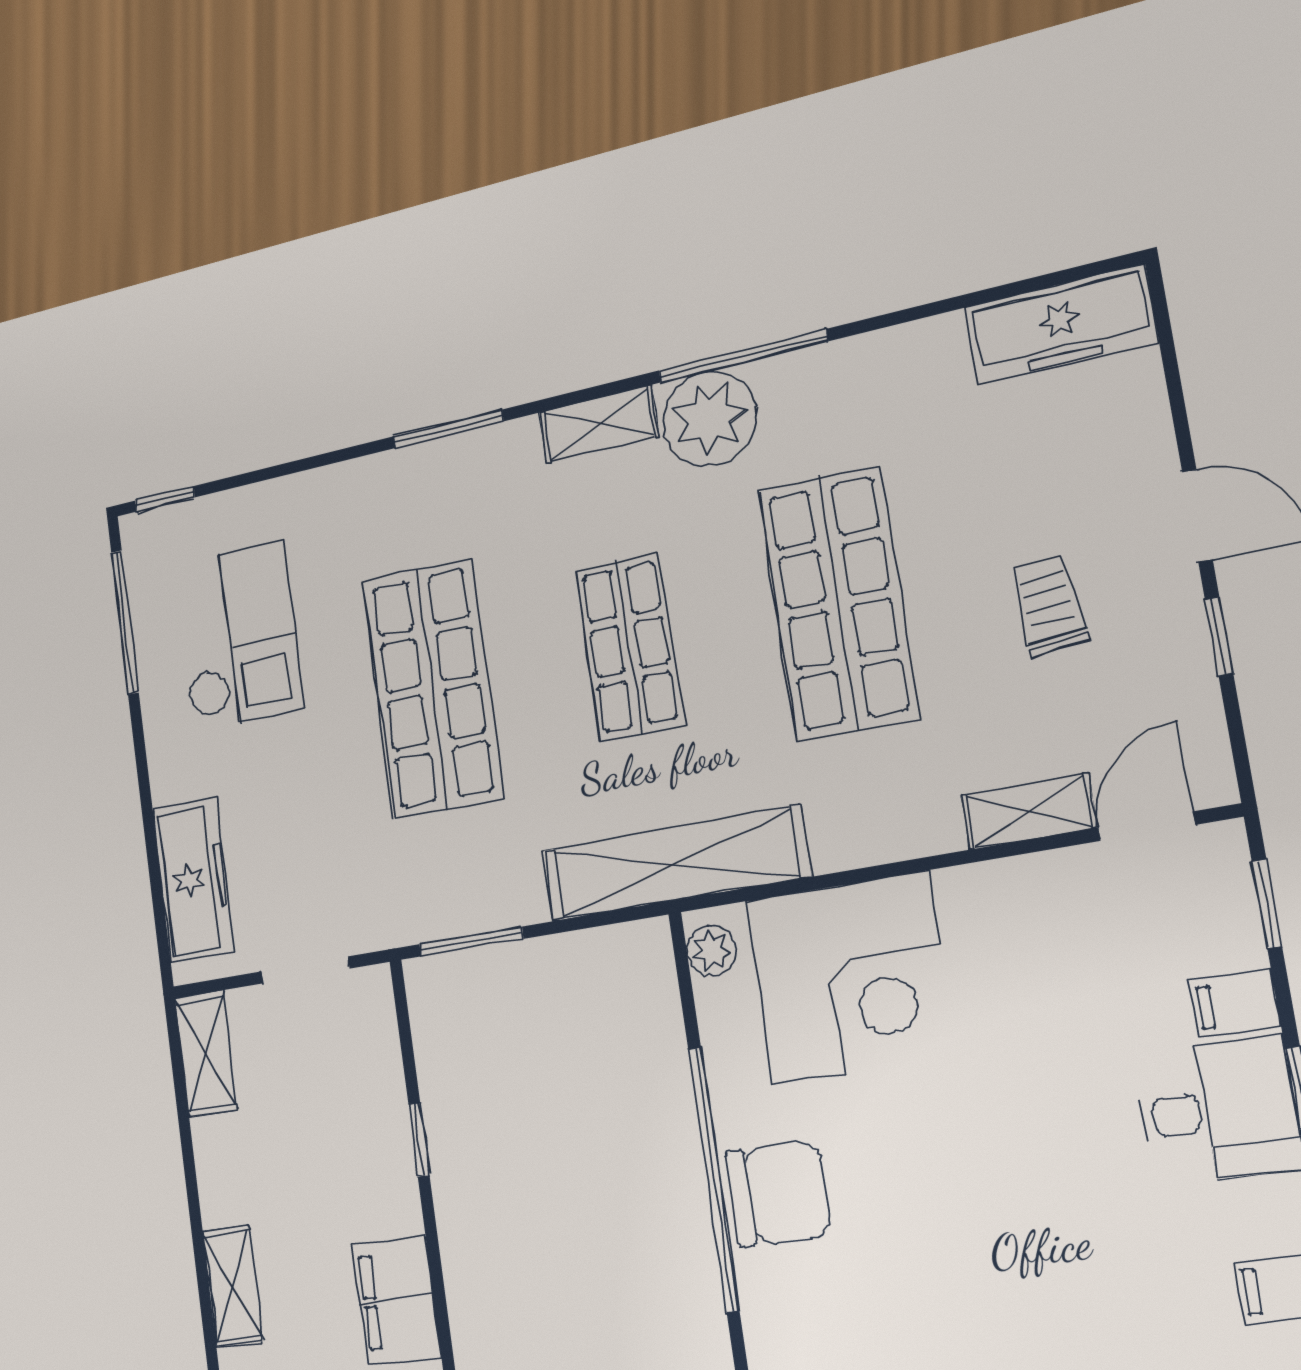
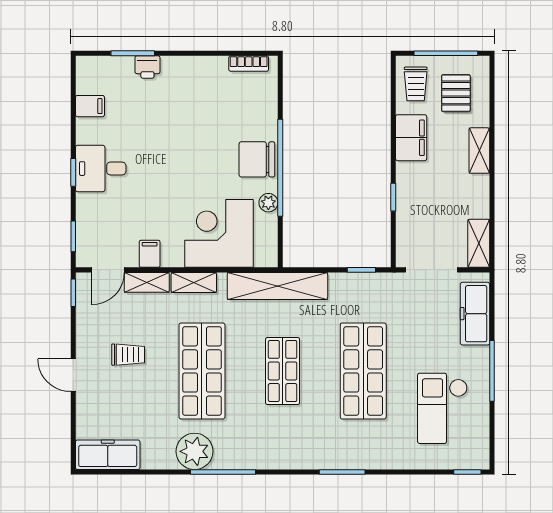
plant: (709, 418) -> (194, 451), moved
shelving: (599, 424) -> (194, 282), moved
trolley: (1048, 605) -> (128, 355), turned -85
window: (125, 622) -> (492, 371), moved
window: (1219, 637) -> (73, 293), moved
window: (471, 942) -> (361, 270), width x0.67
plant: (711, 951) -> (268, 203), moved
doorway: (305, 970) -> (432, 270), width x1.38
filing cabinet: (1234, 1004) -> (150, 254), moved, turned -90

